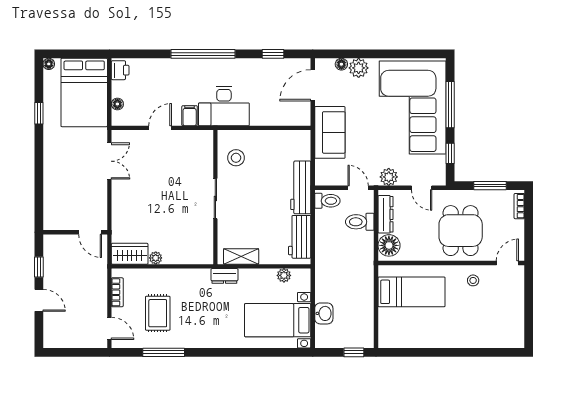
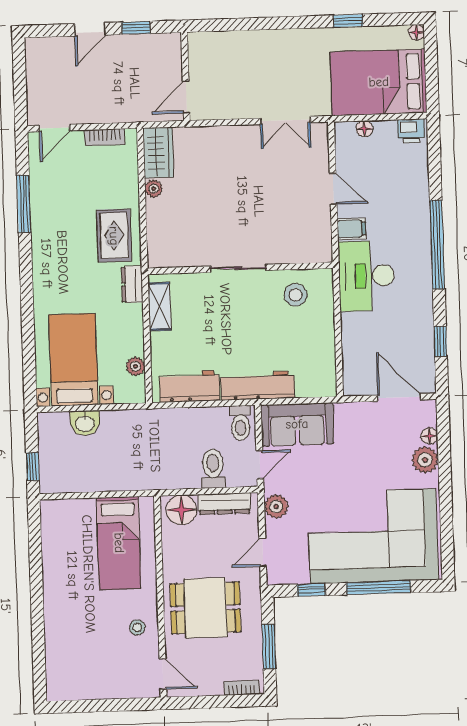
sofa: (330, 132) -> (297, 424), moved
rug: (158, 313) -> (114, 236), moved, turned 90

